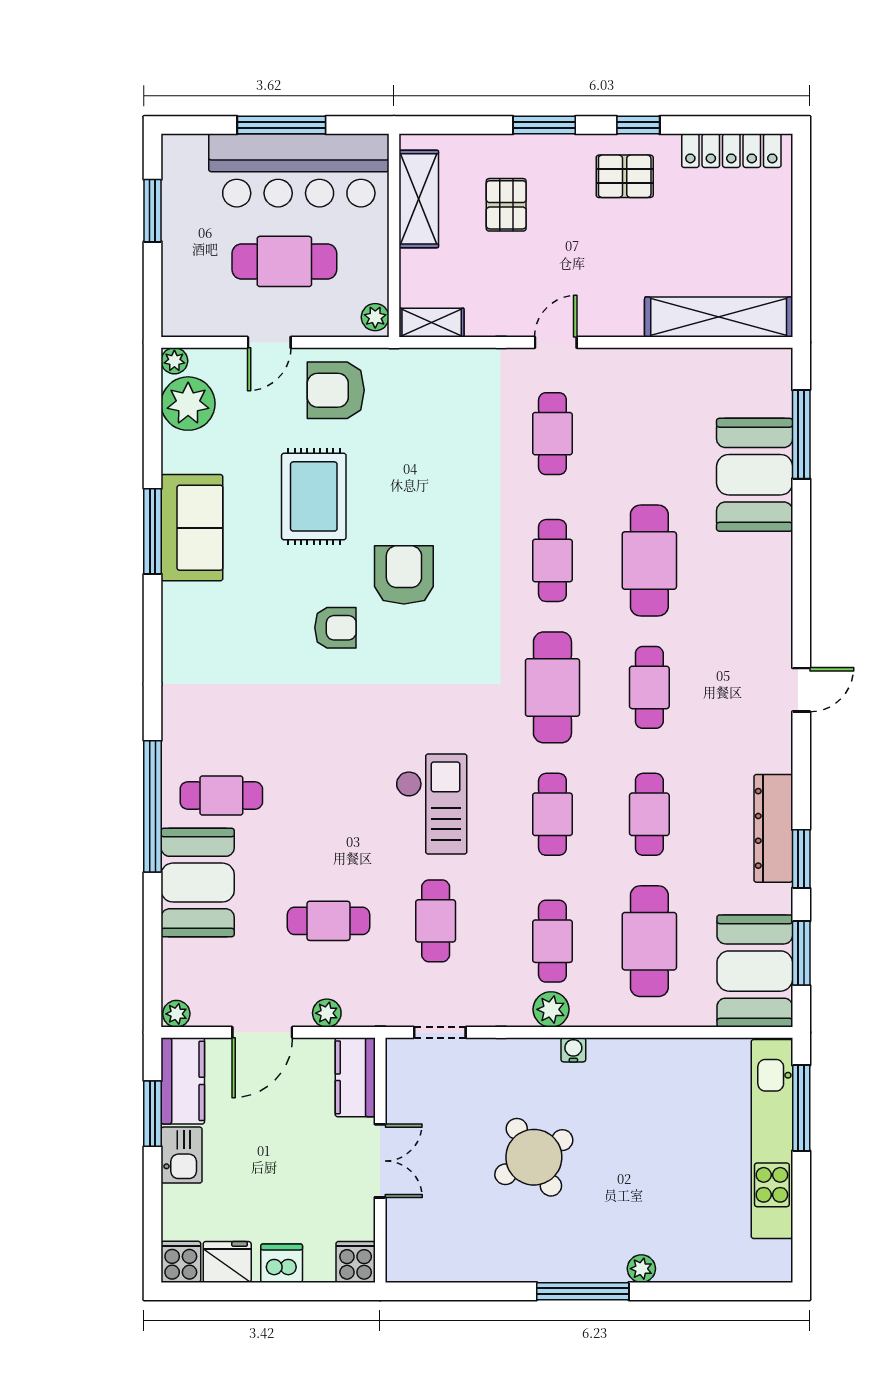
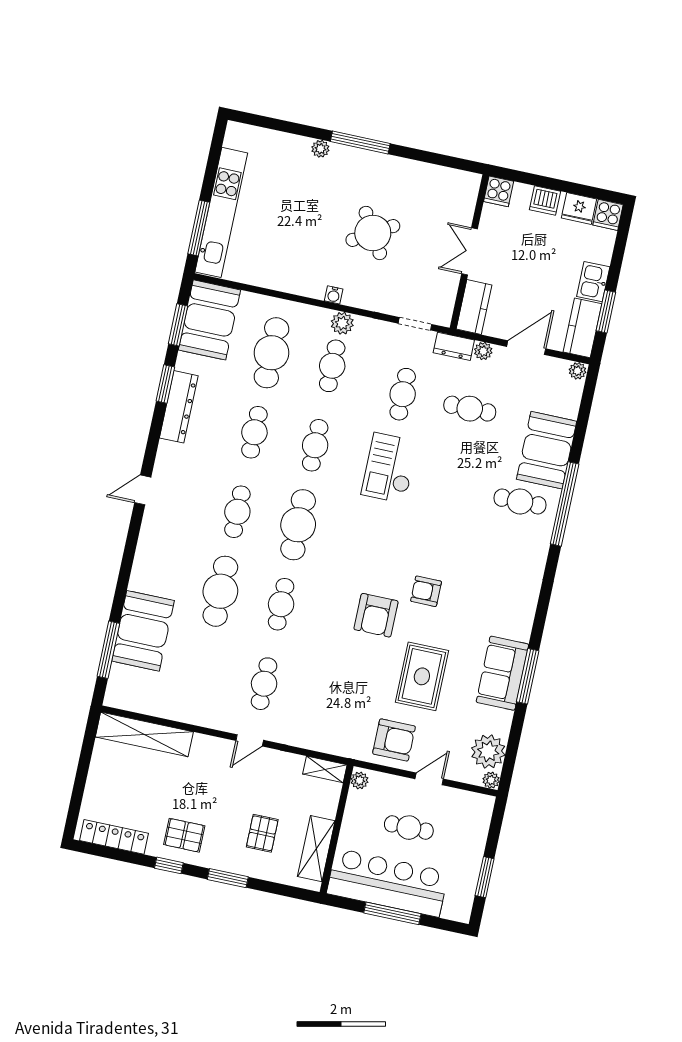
cafe table: (284, 261) -> (409, 828), width x0.73, depth x0.74
dresser: (373, 1011) -> (454, 346), added

